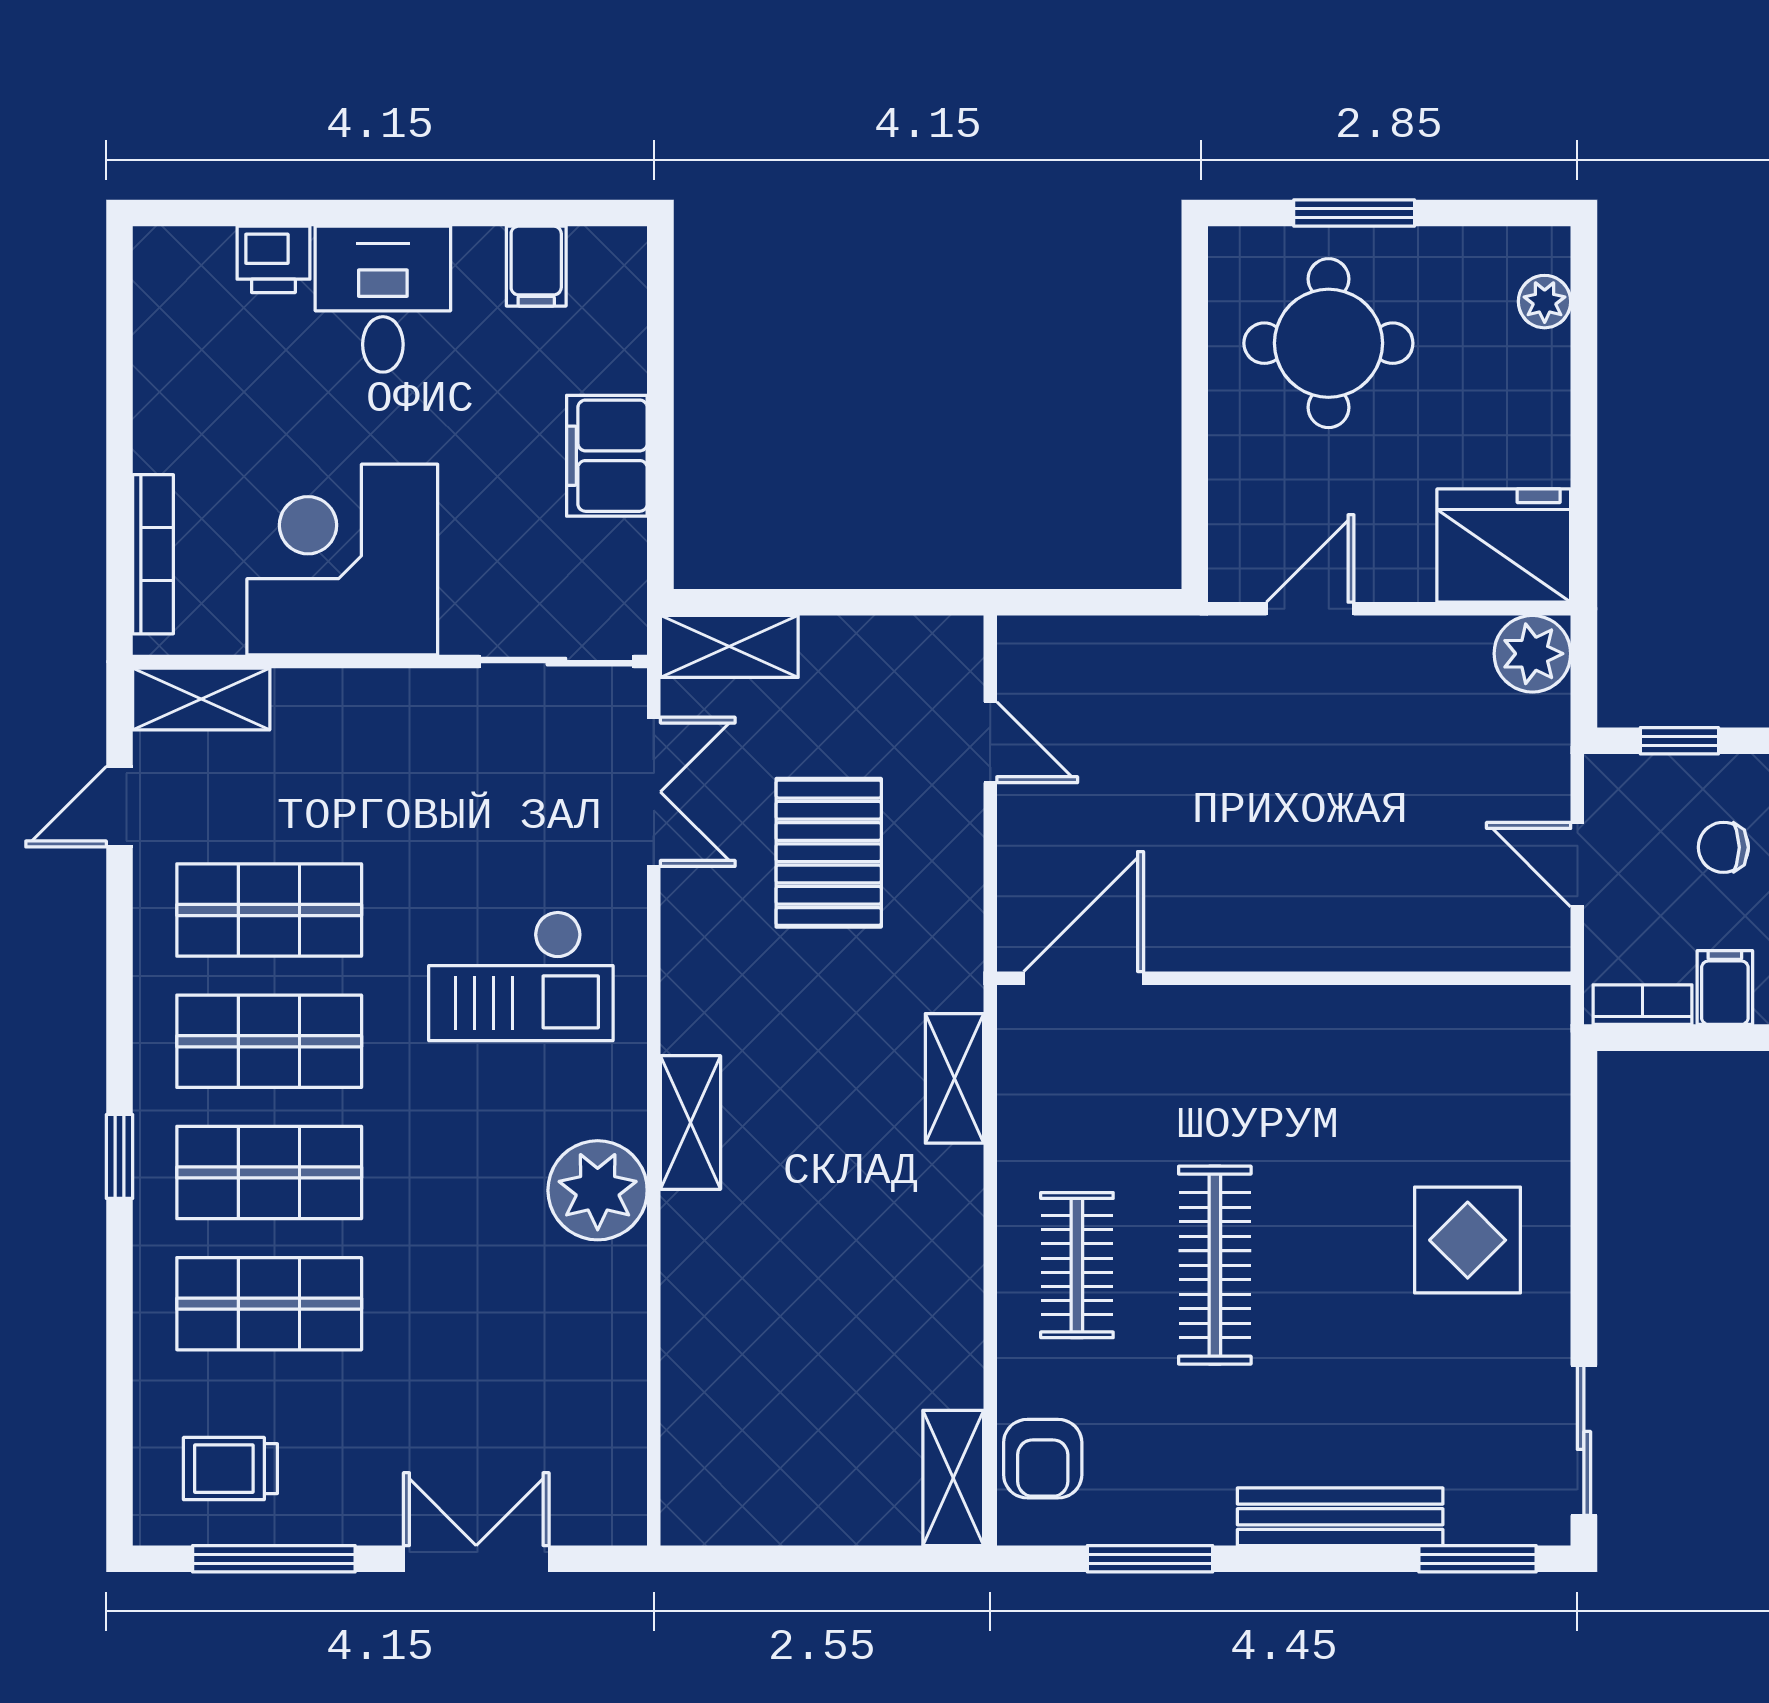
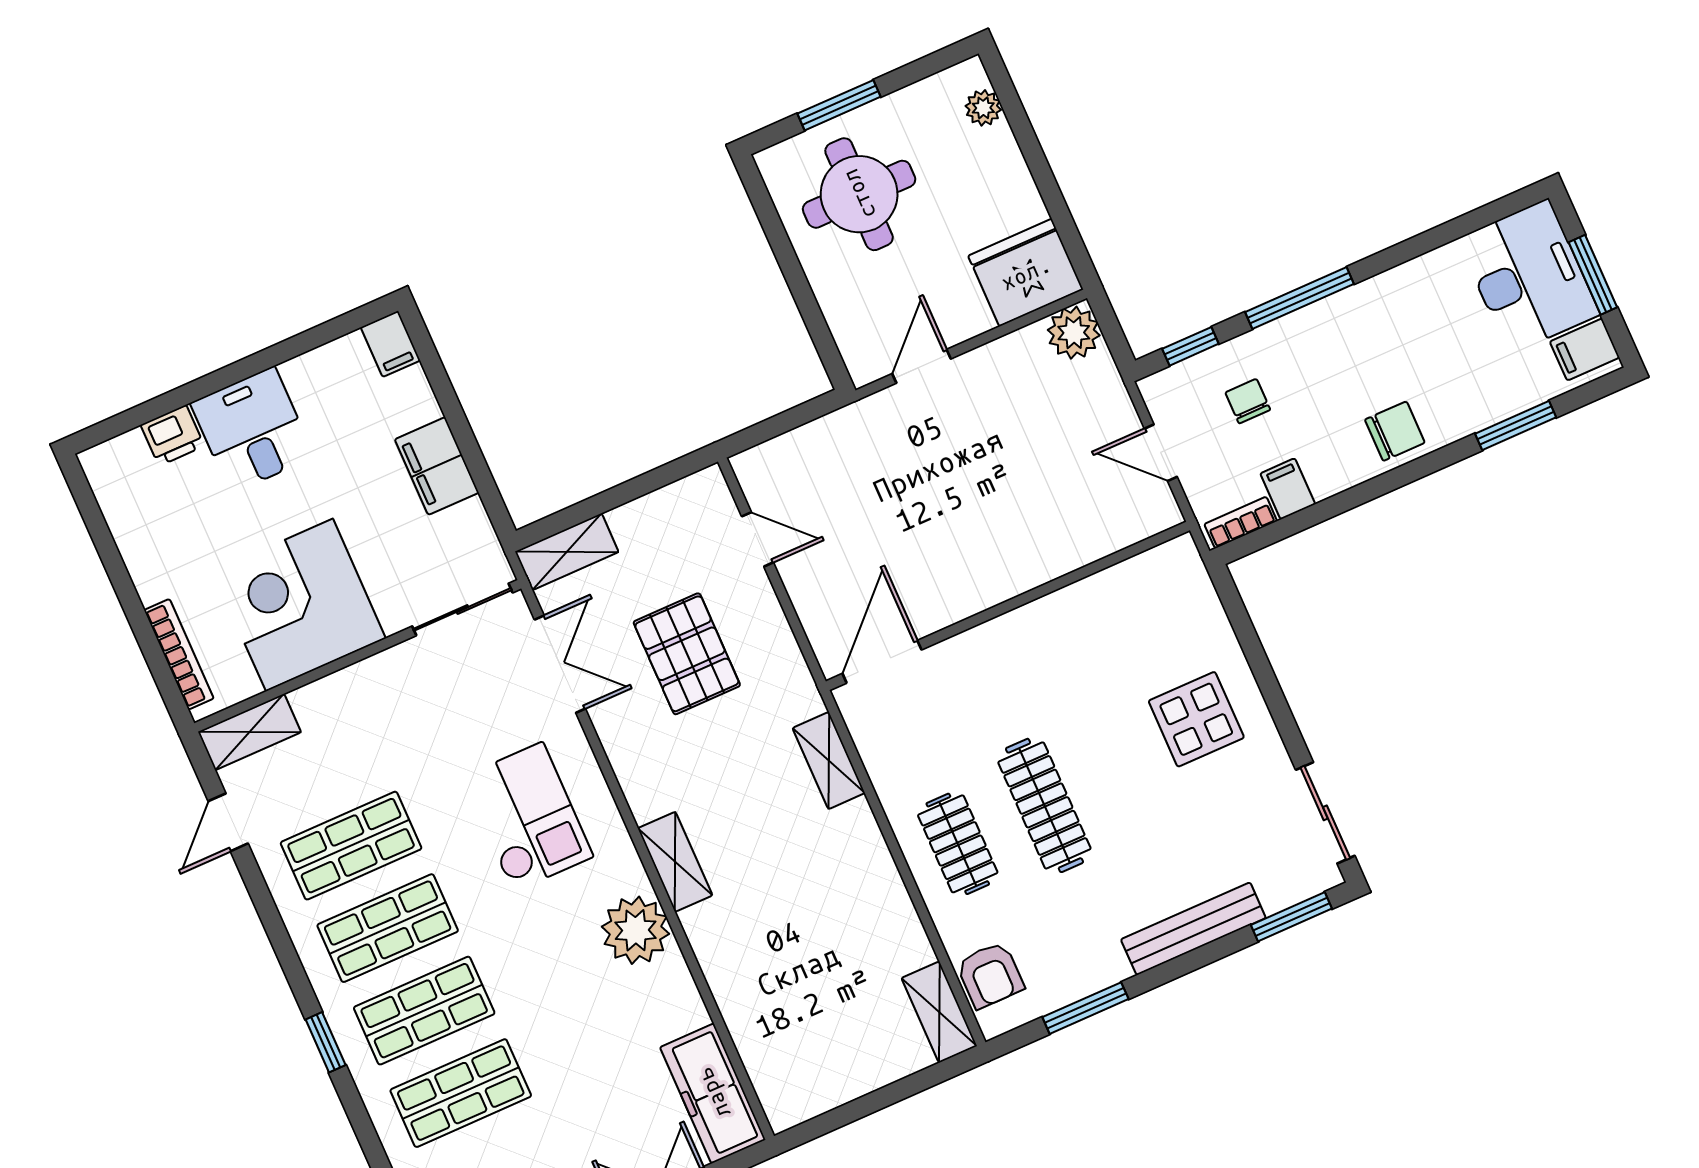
filing cabinet: (536, 266) -> (391, 344), moved
chair: (1723, 847) -> (1248, 401), turned 90
checkout: (521, 976) -> (528, 817), turned -90
freezer: (604, 1453) -> (713, 1093), added

